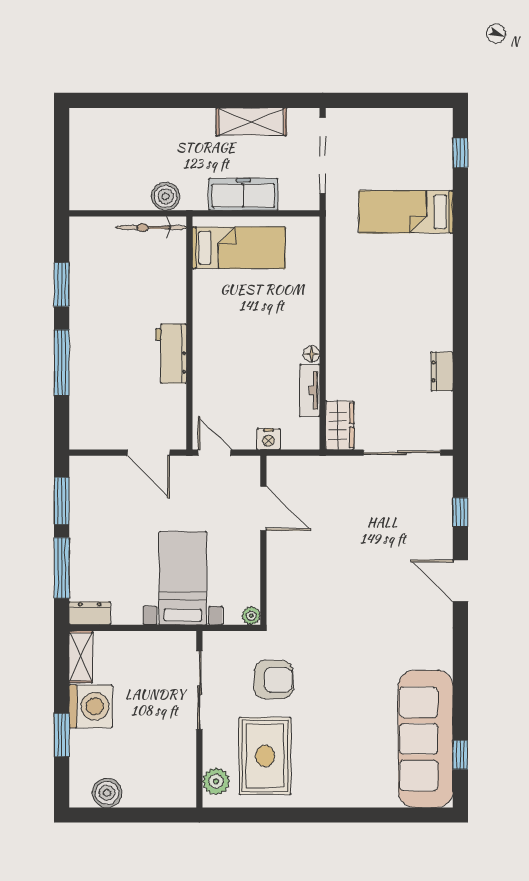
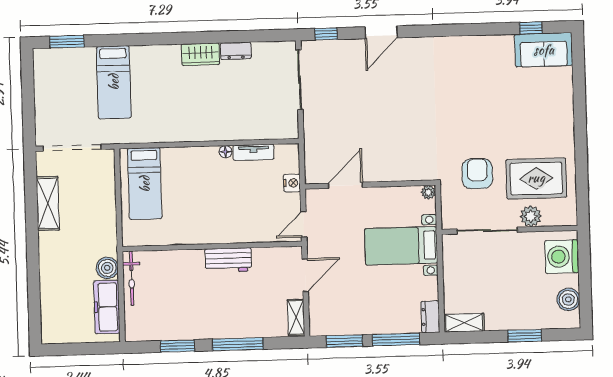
window: (460, 153) -> (67, 42), width x1.50
freezer: (243, 194) -> (107, 307), moved
bed: (239, 248) -> (145, 184), moved, turned 180
wardrobe: (340, 425) -> (200, 54), moved, turned 180
shelving: (94, 439) -> (296, 317), added
window: (460, 512) -> (326, 34), moved
door: (460, 581) -> (381, 32), moved
washing machine: (91, 706) -> (562, 257), moved, turned -90
sofa: (426, 739) -> (544, 50), width x0.54, depth x0.79
plant: (216, 781) -> (531, 216), moved

